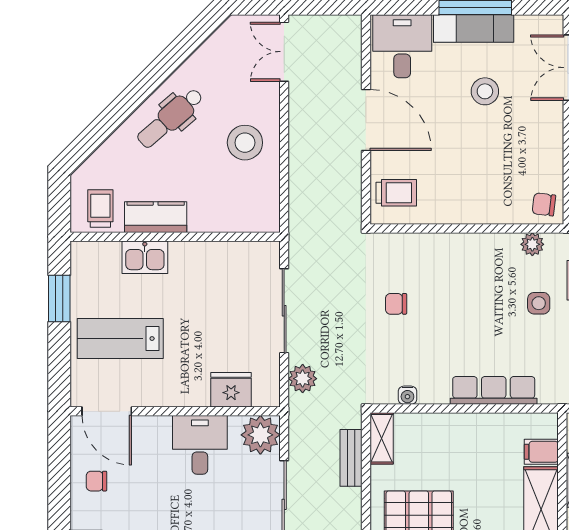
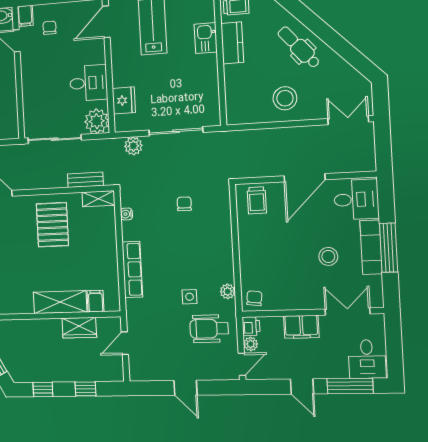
chair: (97, 481) -> (50, 28), moved

